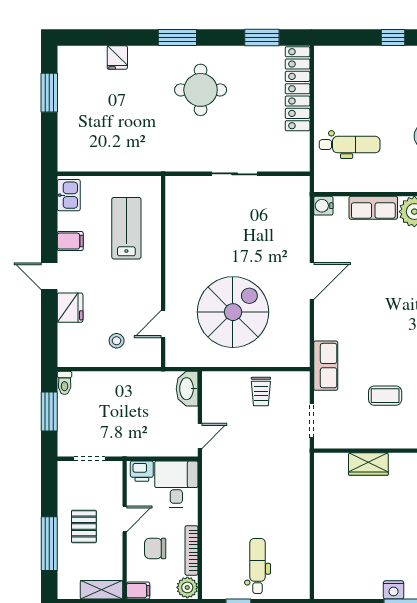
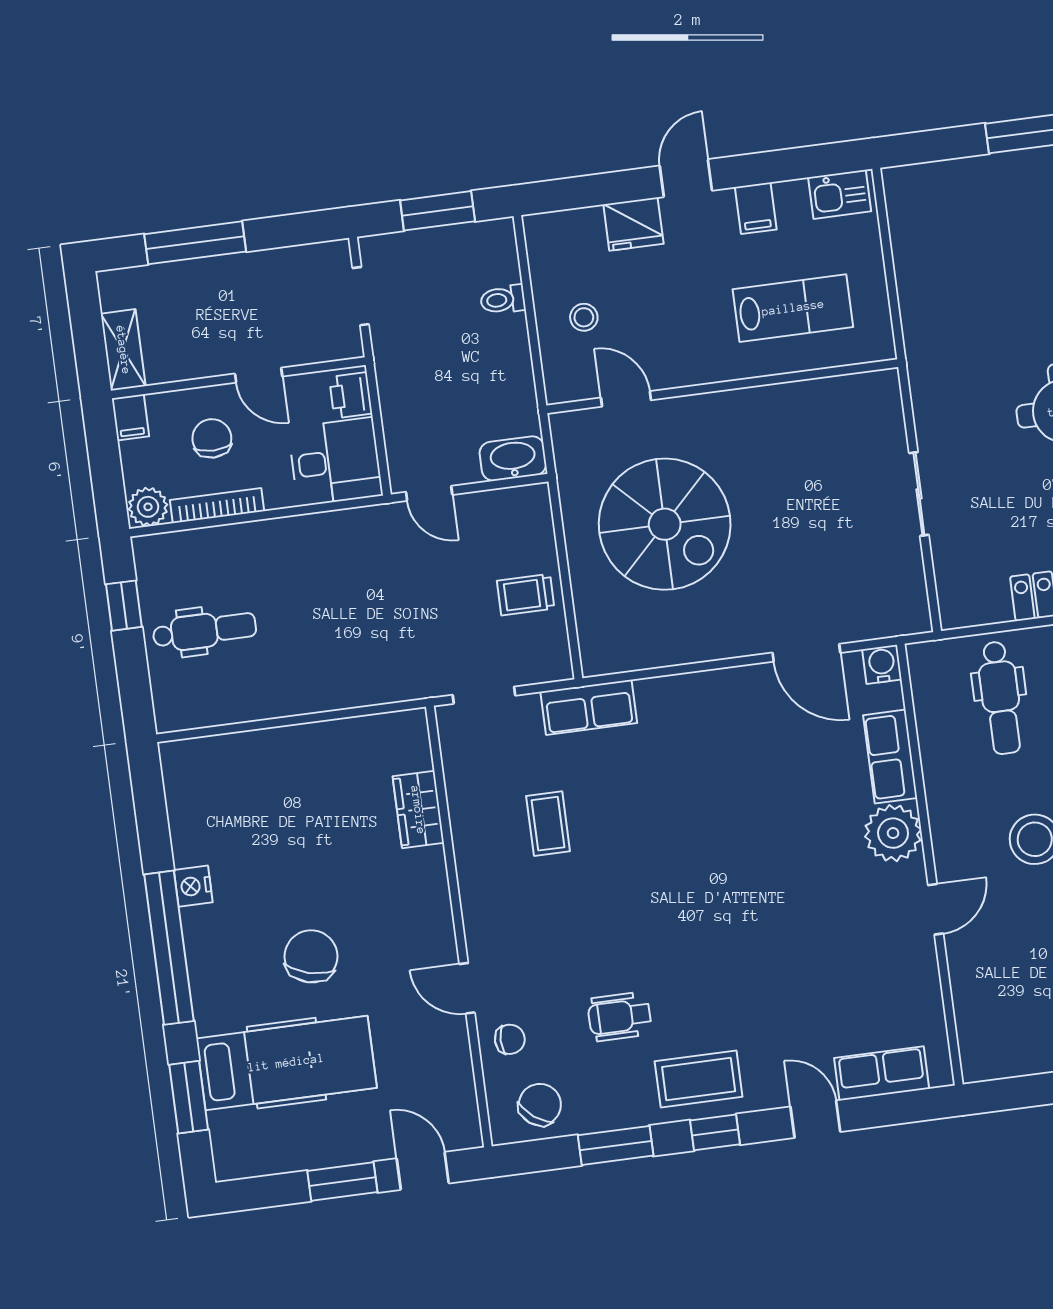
door: (312, 281) -> (806, 653), moved
toilet: (65, 383) -> (503, 300), moved
pallet: (84, 527) -> (235, 302), removed

